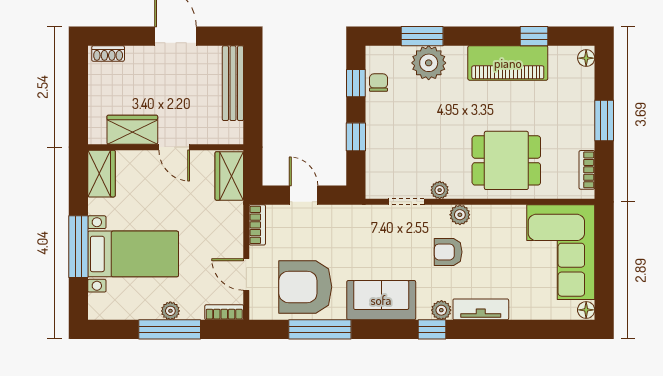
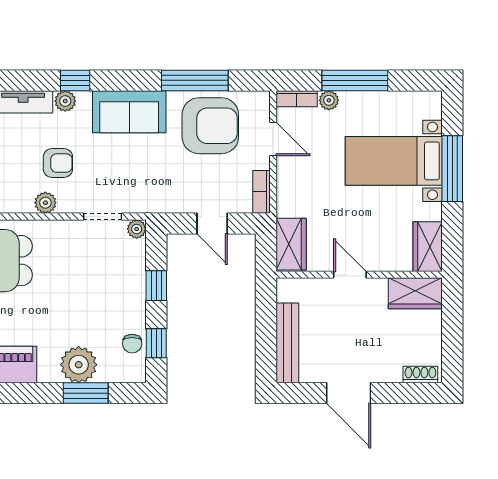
wardrobe: (132, 130) -> (415, 293), moved
plant: (440, 190) -> (137, 229), moved
plant: (170, 311) -> (329, 100), moved

